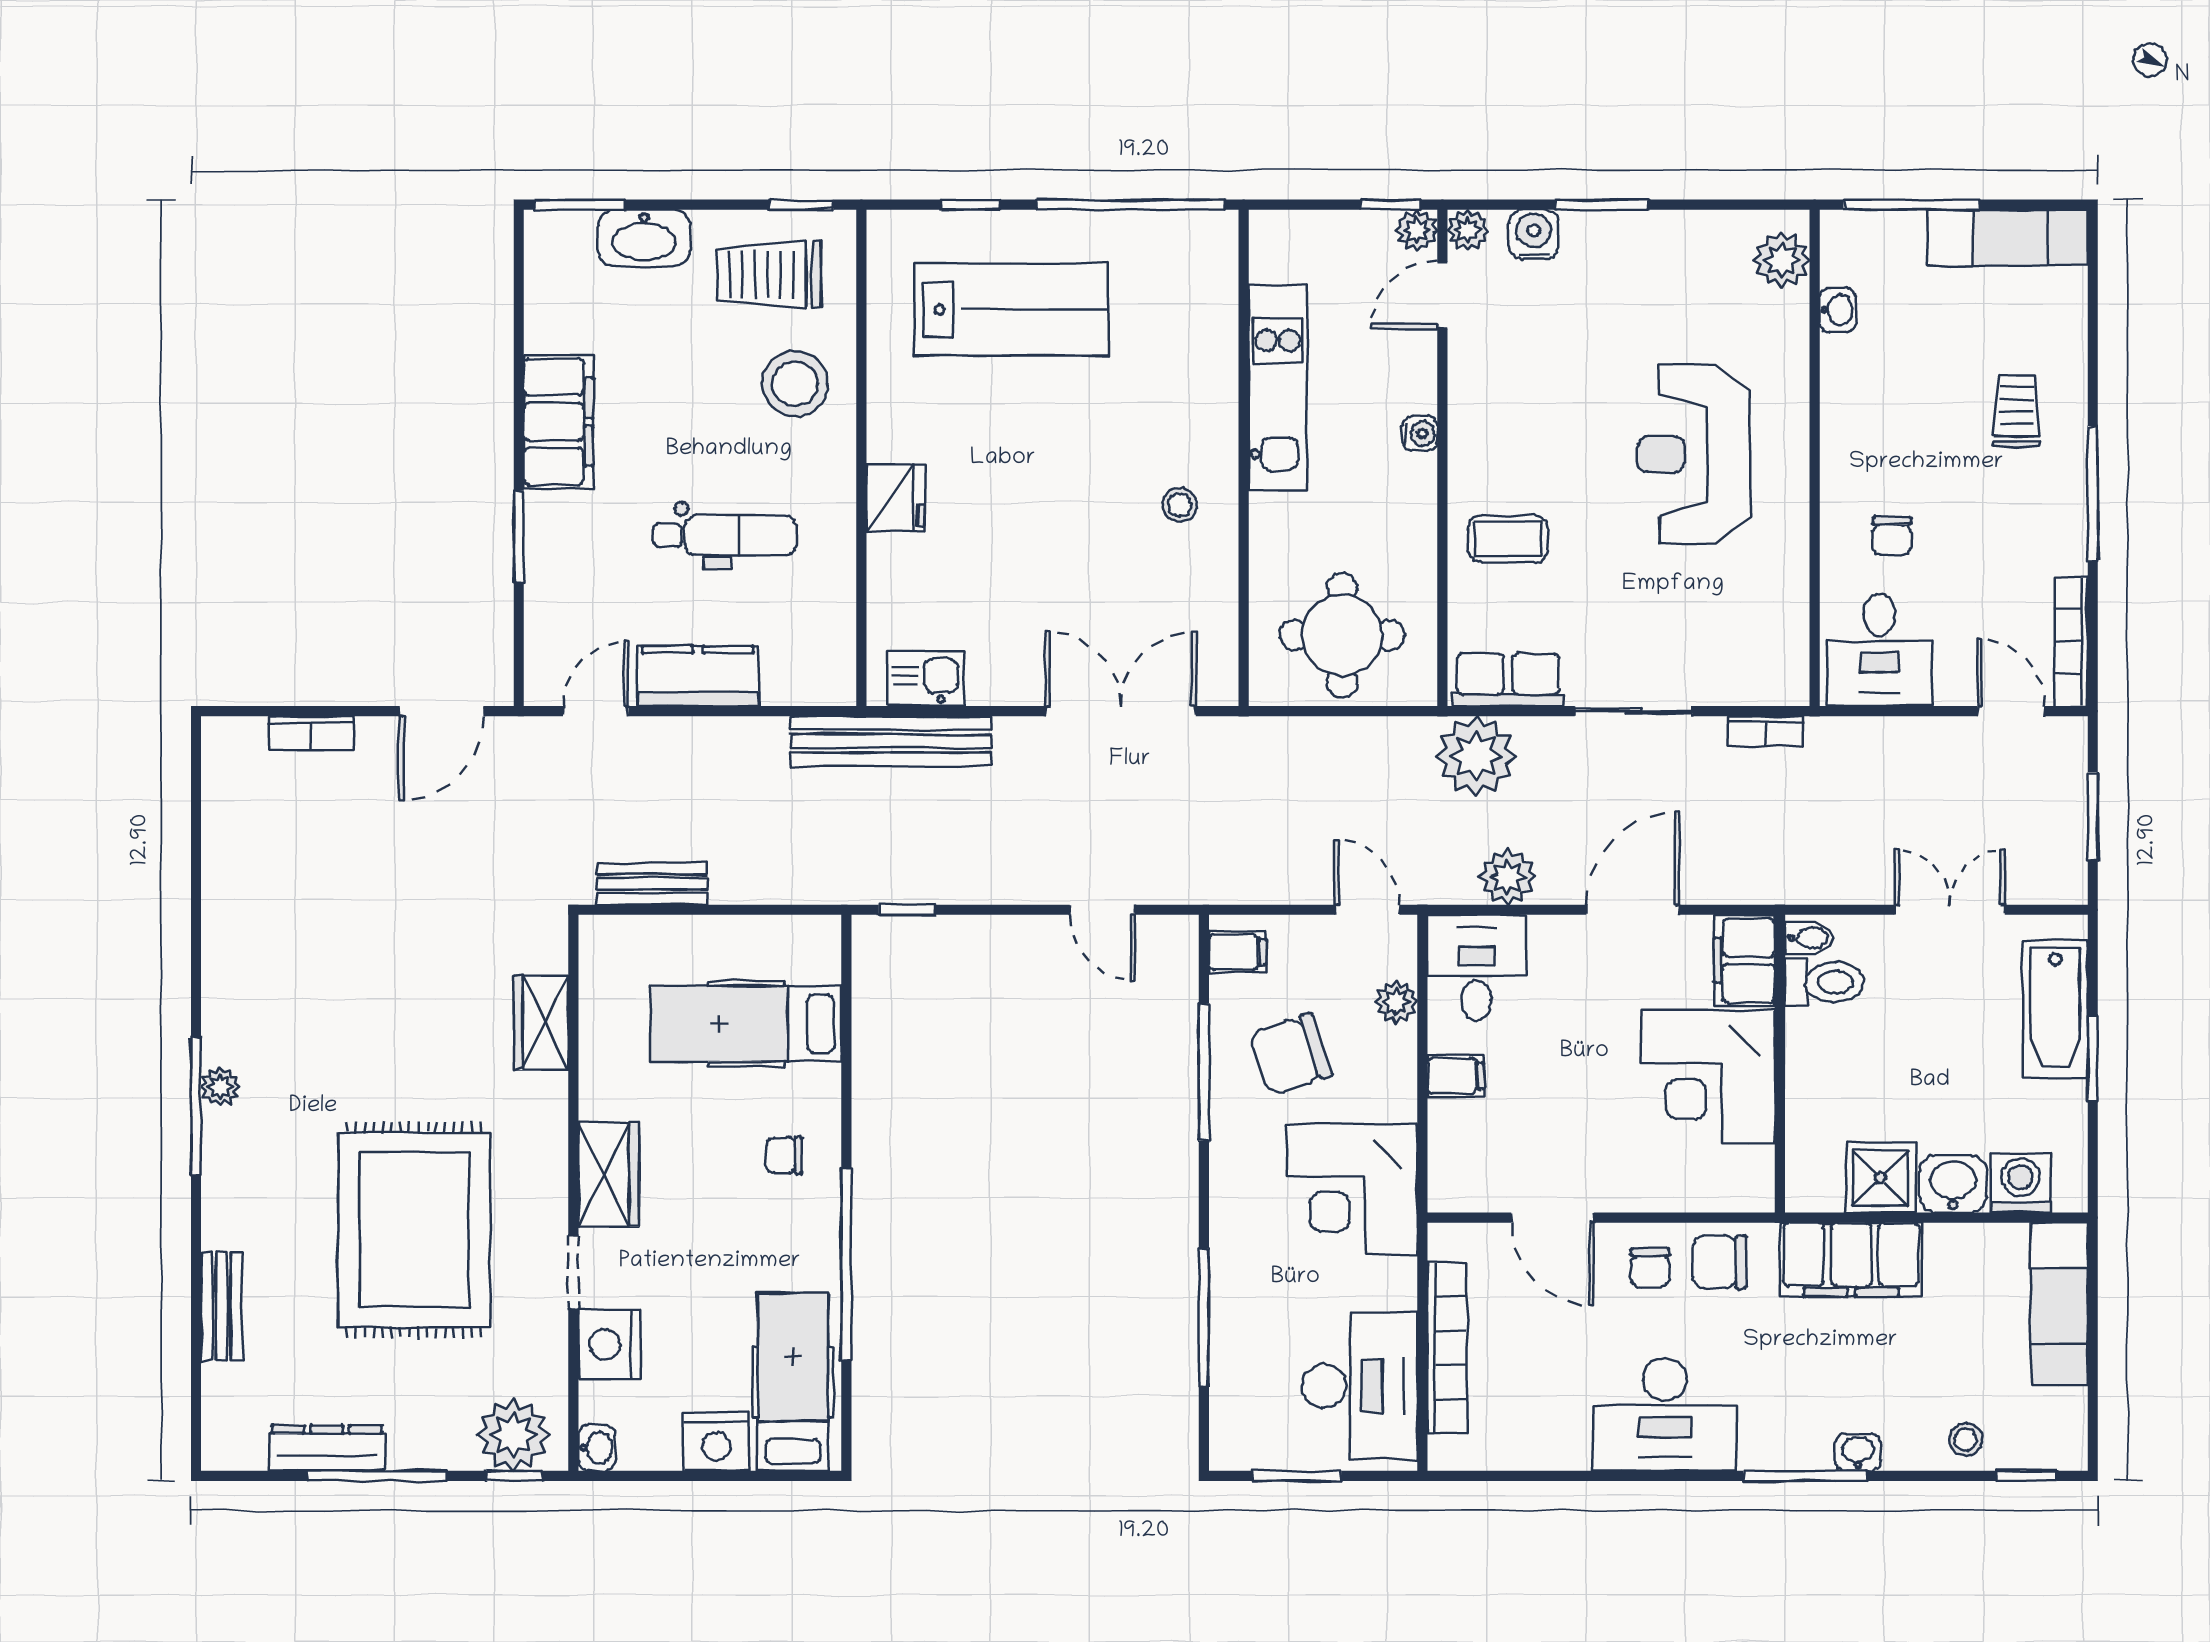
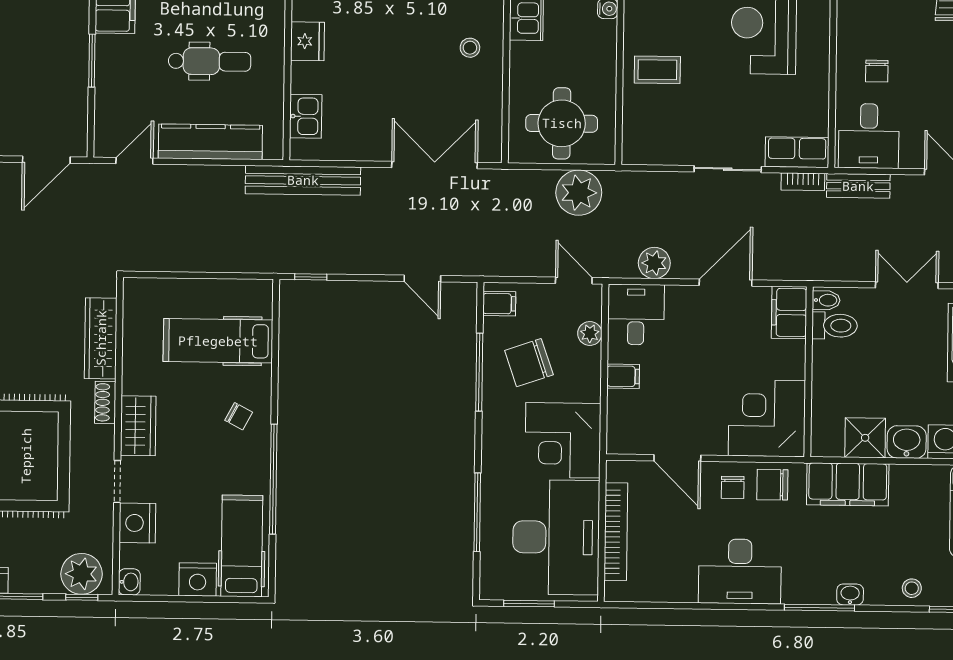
kitchen counter: (698, 676) -> (210, 142), width x1.50
kitchen sink: (926, 678) -> (306, 116), moved, turned 90
row of seats: (1508, 680) -> (797, 152), moved
plant: (1476, 756) -> (579, 193), moved
bench: (652, 884) -> (858, 186), moved
wardrobe: (541, 1023) -> (101, 338), width x1.50
corner desk: (1708, 1077) -> (767, 418), moved, turned 90
shoe rack: (550, 1134) -> (105, 402), added
chair: (784, 1155) -> (239, 416), turned -152
desk: (1360, 1386) -> (556, 537), width x1.36, depth x1.30

